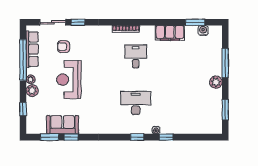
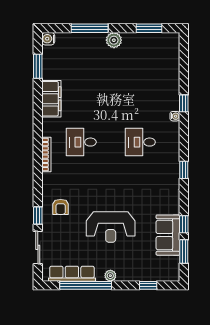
water cooler: (203, 31) -> (48, 39), moved
armchair: (64, 47) -> (61, 207), moved
plant: (32, 91) -> (125, 274), removed
desk: (136, 103) -> (140, 142), width x0.73
window: (137, 137) -> (184, 170), moved

